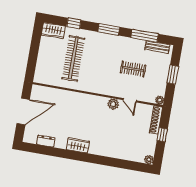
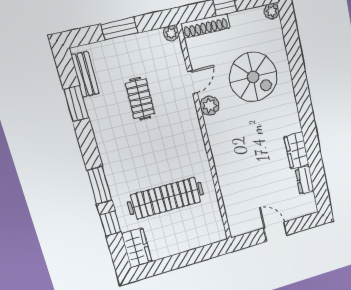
window: (109, 29) -> (100, 185), moved
window: (145, 36) -> (76, 103), width x0.69
door: (23, 111) -> (275, 232), width x0.53
spiral stairs: (118, 135) -> (253, 77), added
wardrobe: (78, 145) -> (296, 150), moved

